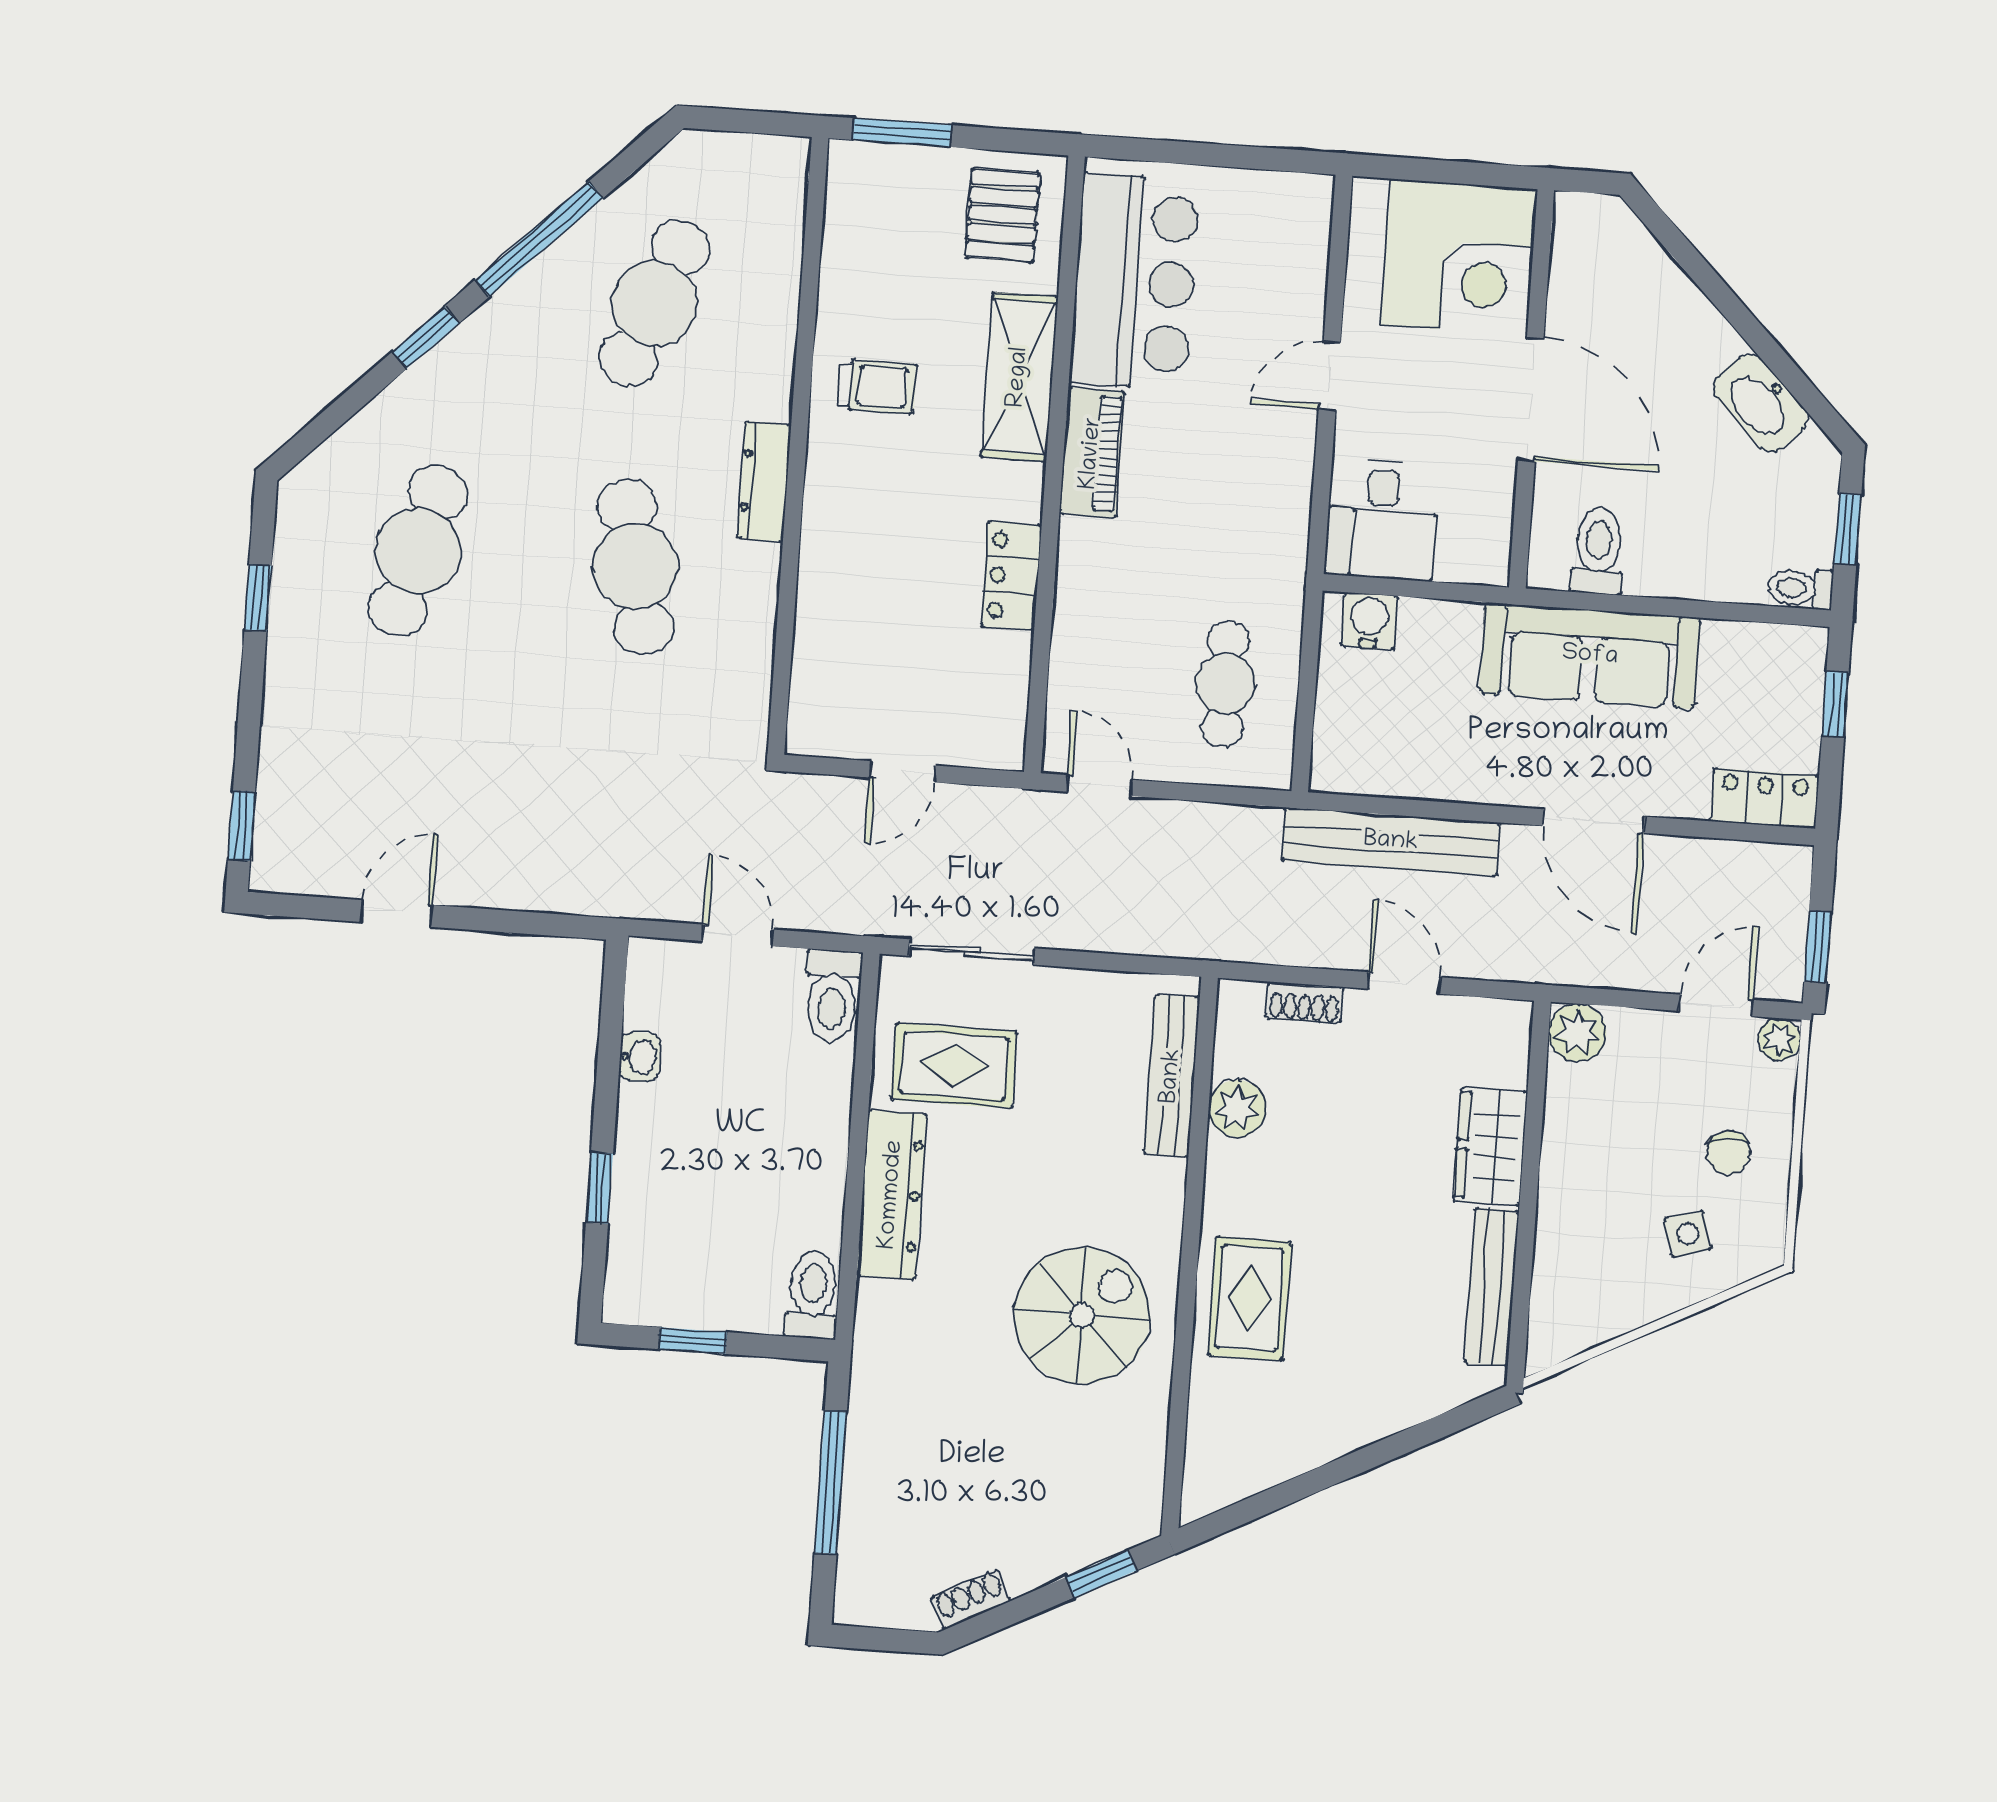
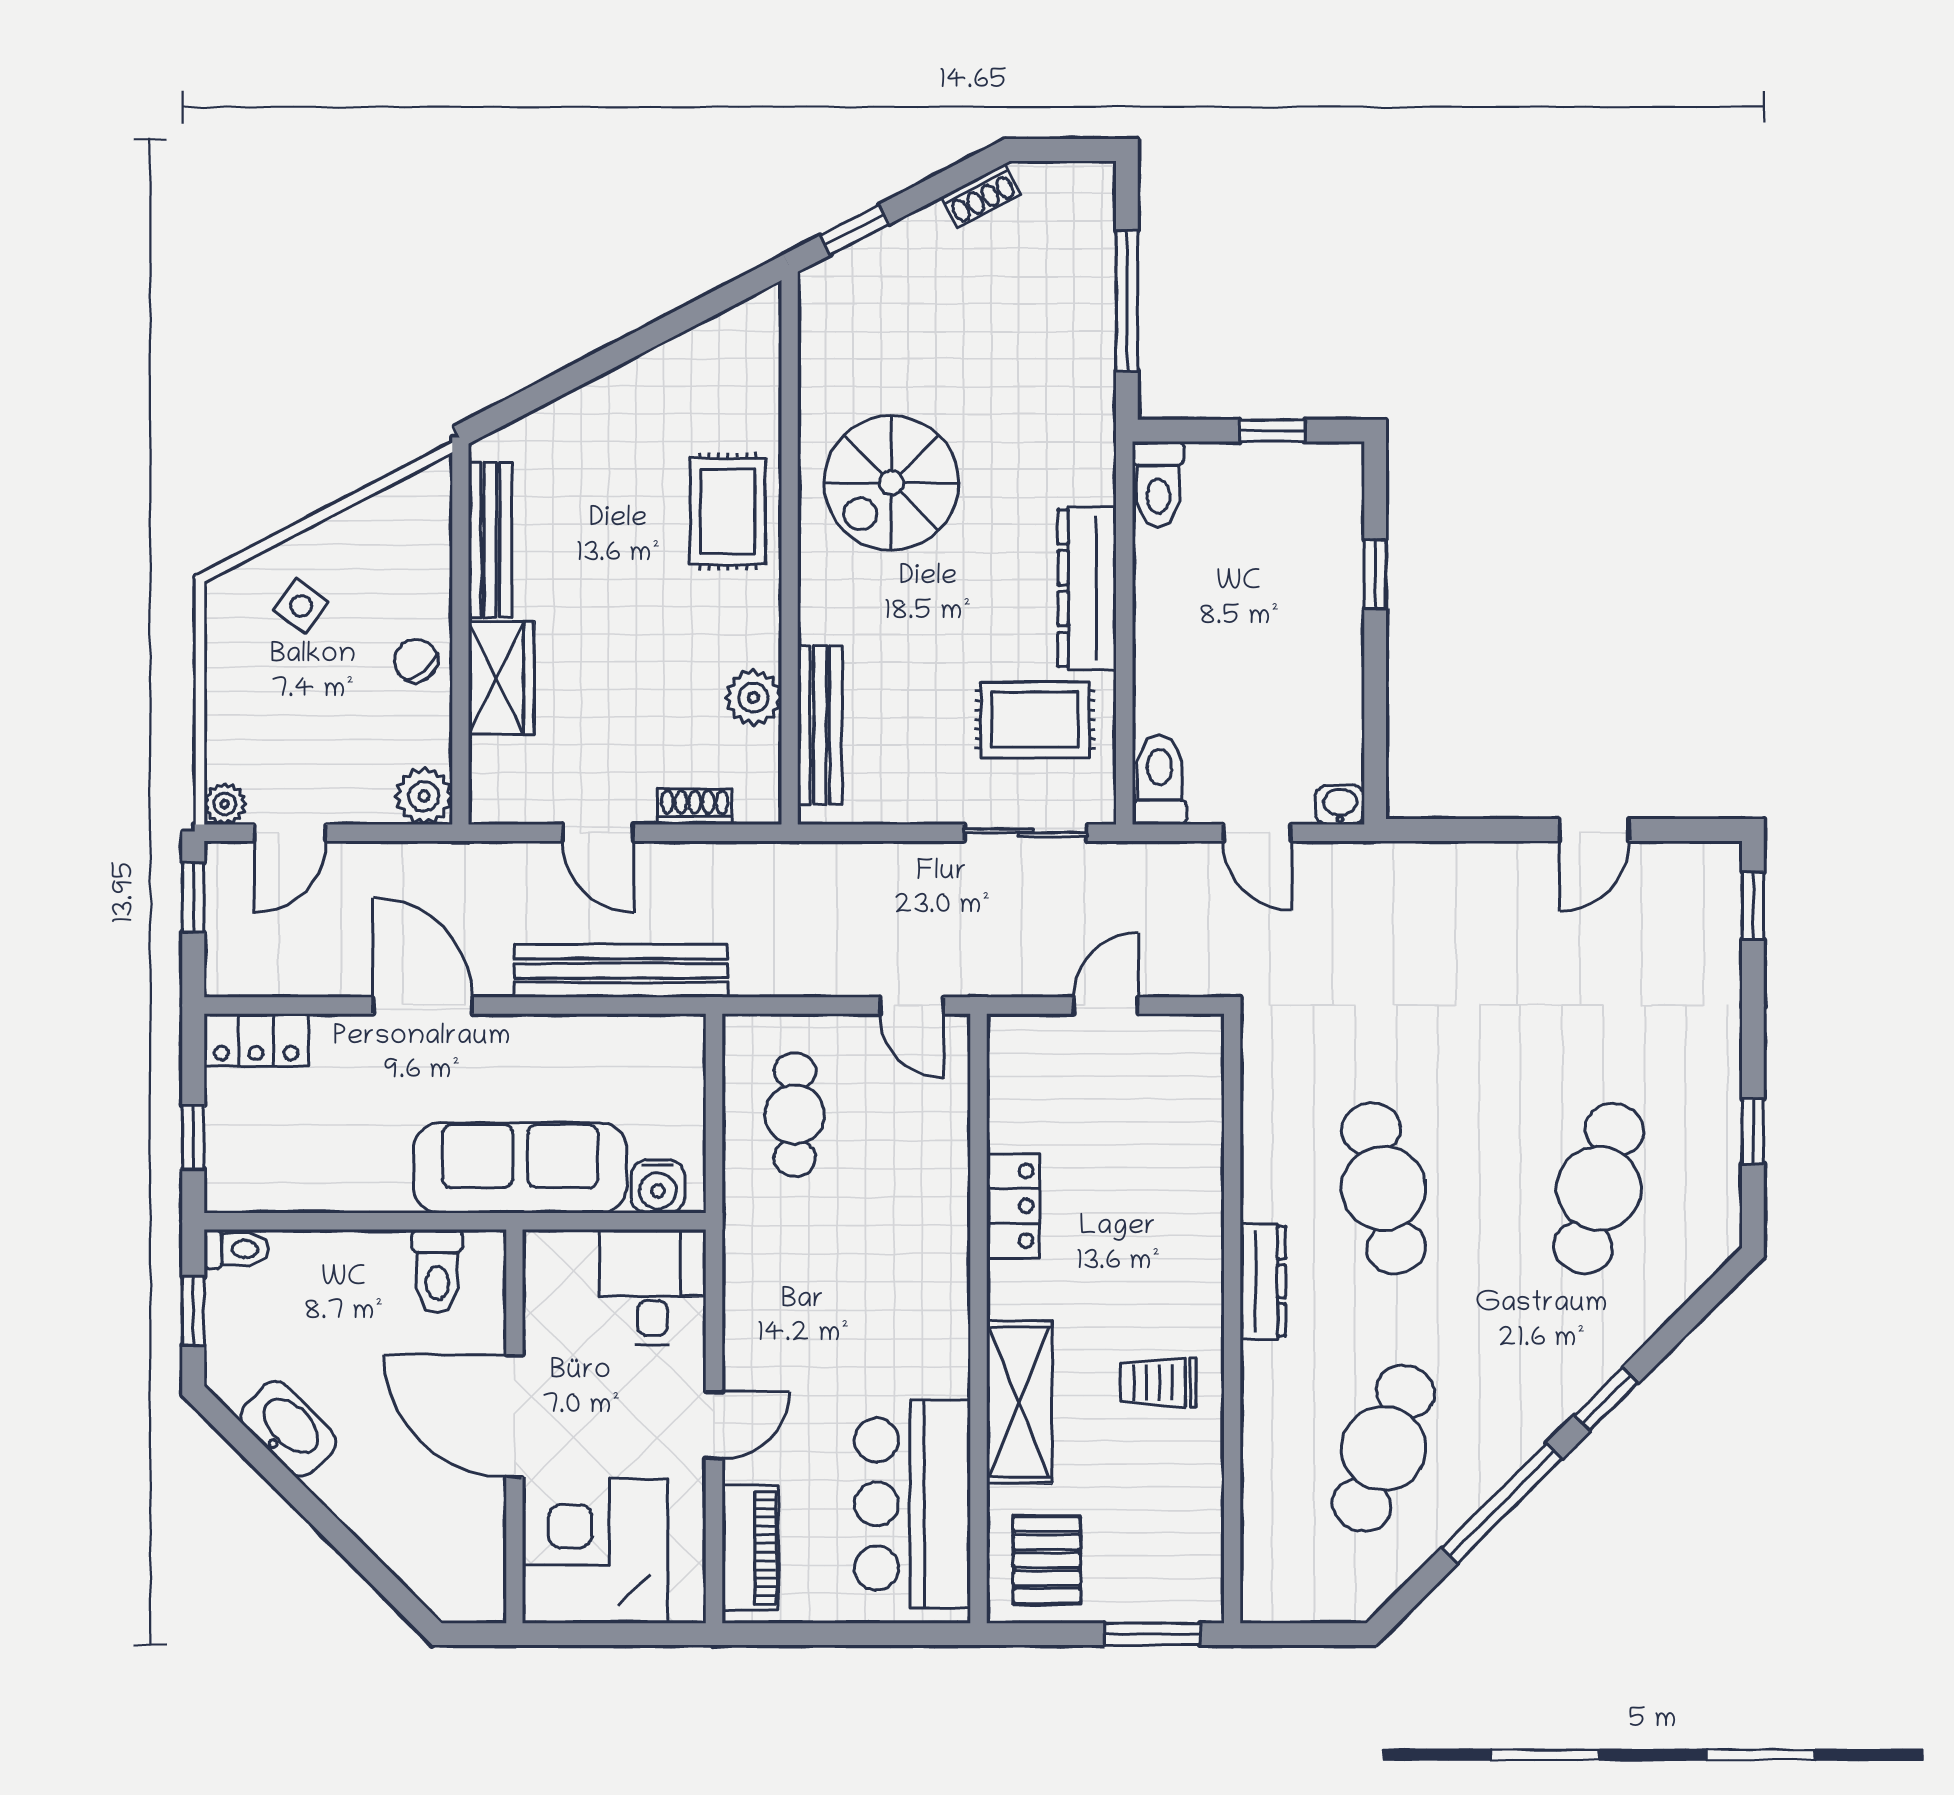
piano: (1092, 453) -> (750, 1548), moved, turned 180
sofa: (1590, 656) -> (520, 1168), moved
washbasin: (640, 1057) -> (1340, 805), moved, turned 90
chair: (1728, 1153) -> (416, 660), moved, turned -30
side table: (1688, 1234) -> (301, 606), turned -38

